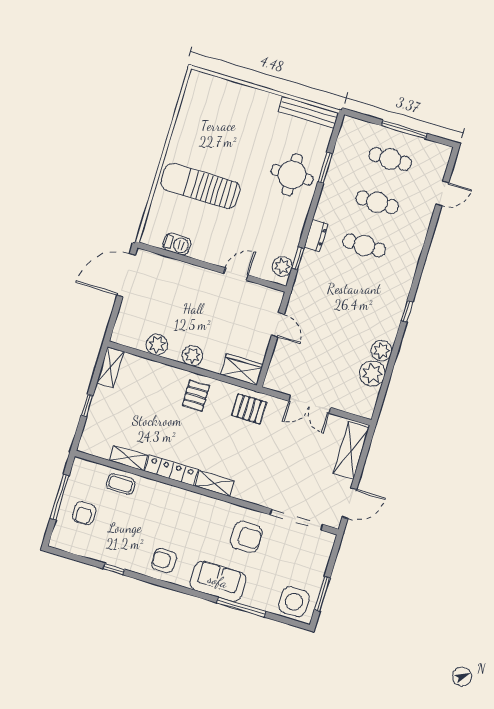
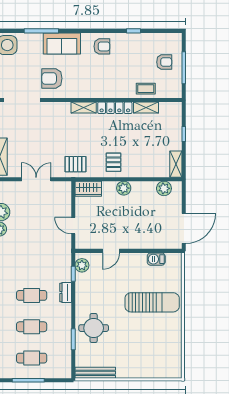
plant: (157, 345) -> (164, 188), moved
armchair: (84, 513) -> (164, 62), turned 90

